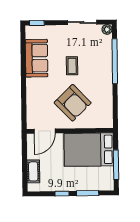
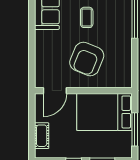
armchair: (73, 103) -> (87, 59), turned 66

